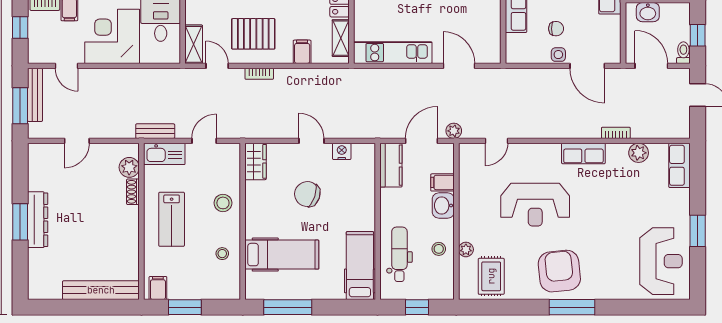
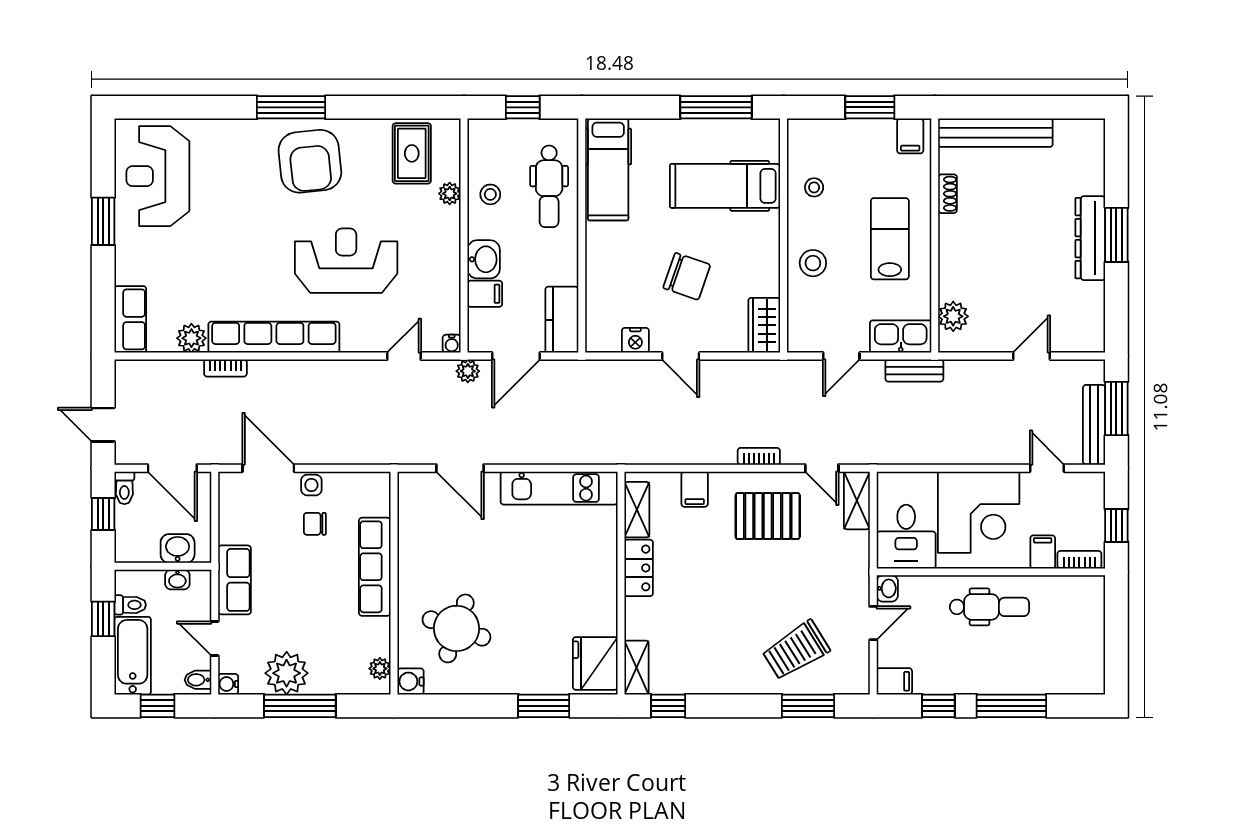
water cooler: (465, 149) -> (452, 344), added
row of seats: (583, 153) -> (274, 337), width x2.02
shoe rack: (133, 192) -> (948, 194), moved

